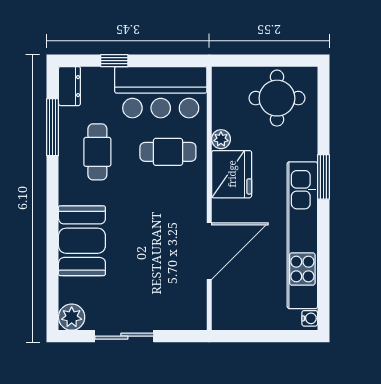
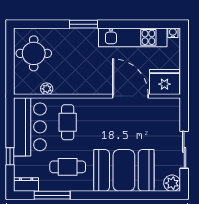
plant: (221, 139) -> (47, 89), moved
fridge: (232, 174) -> (164, 82), moved
kitchen unit: (302, 235) -> (133, 37), width x0.73
booth: (82, 241) -> (124, 170), width x1.36, depth x1.42

